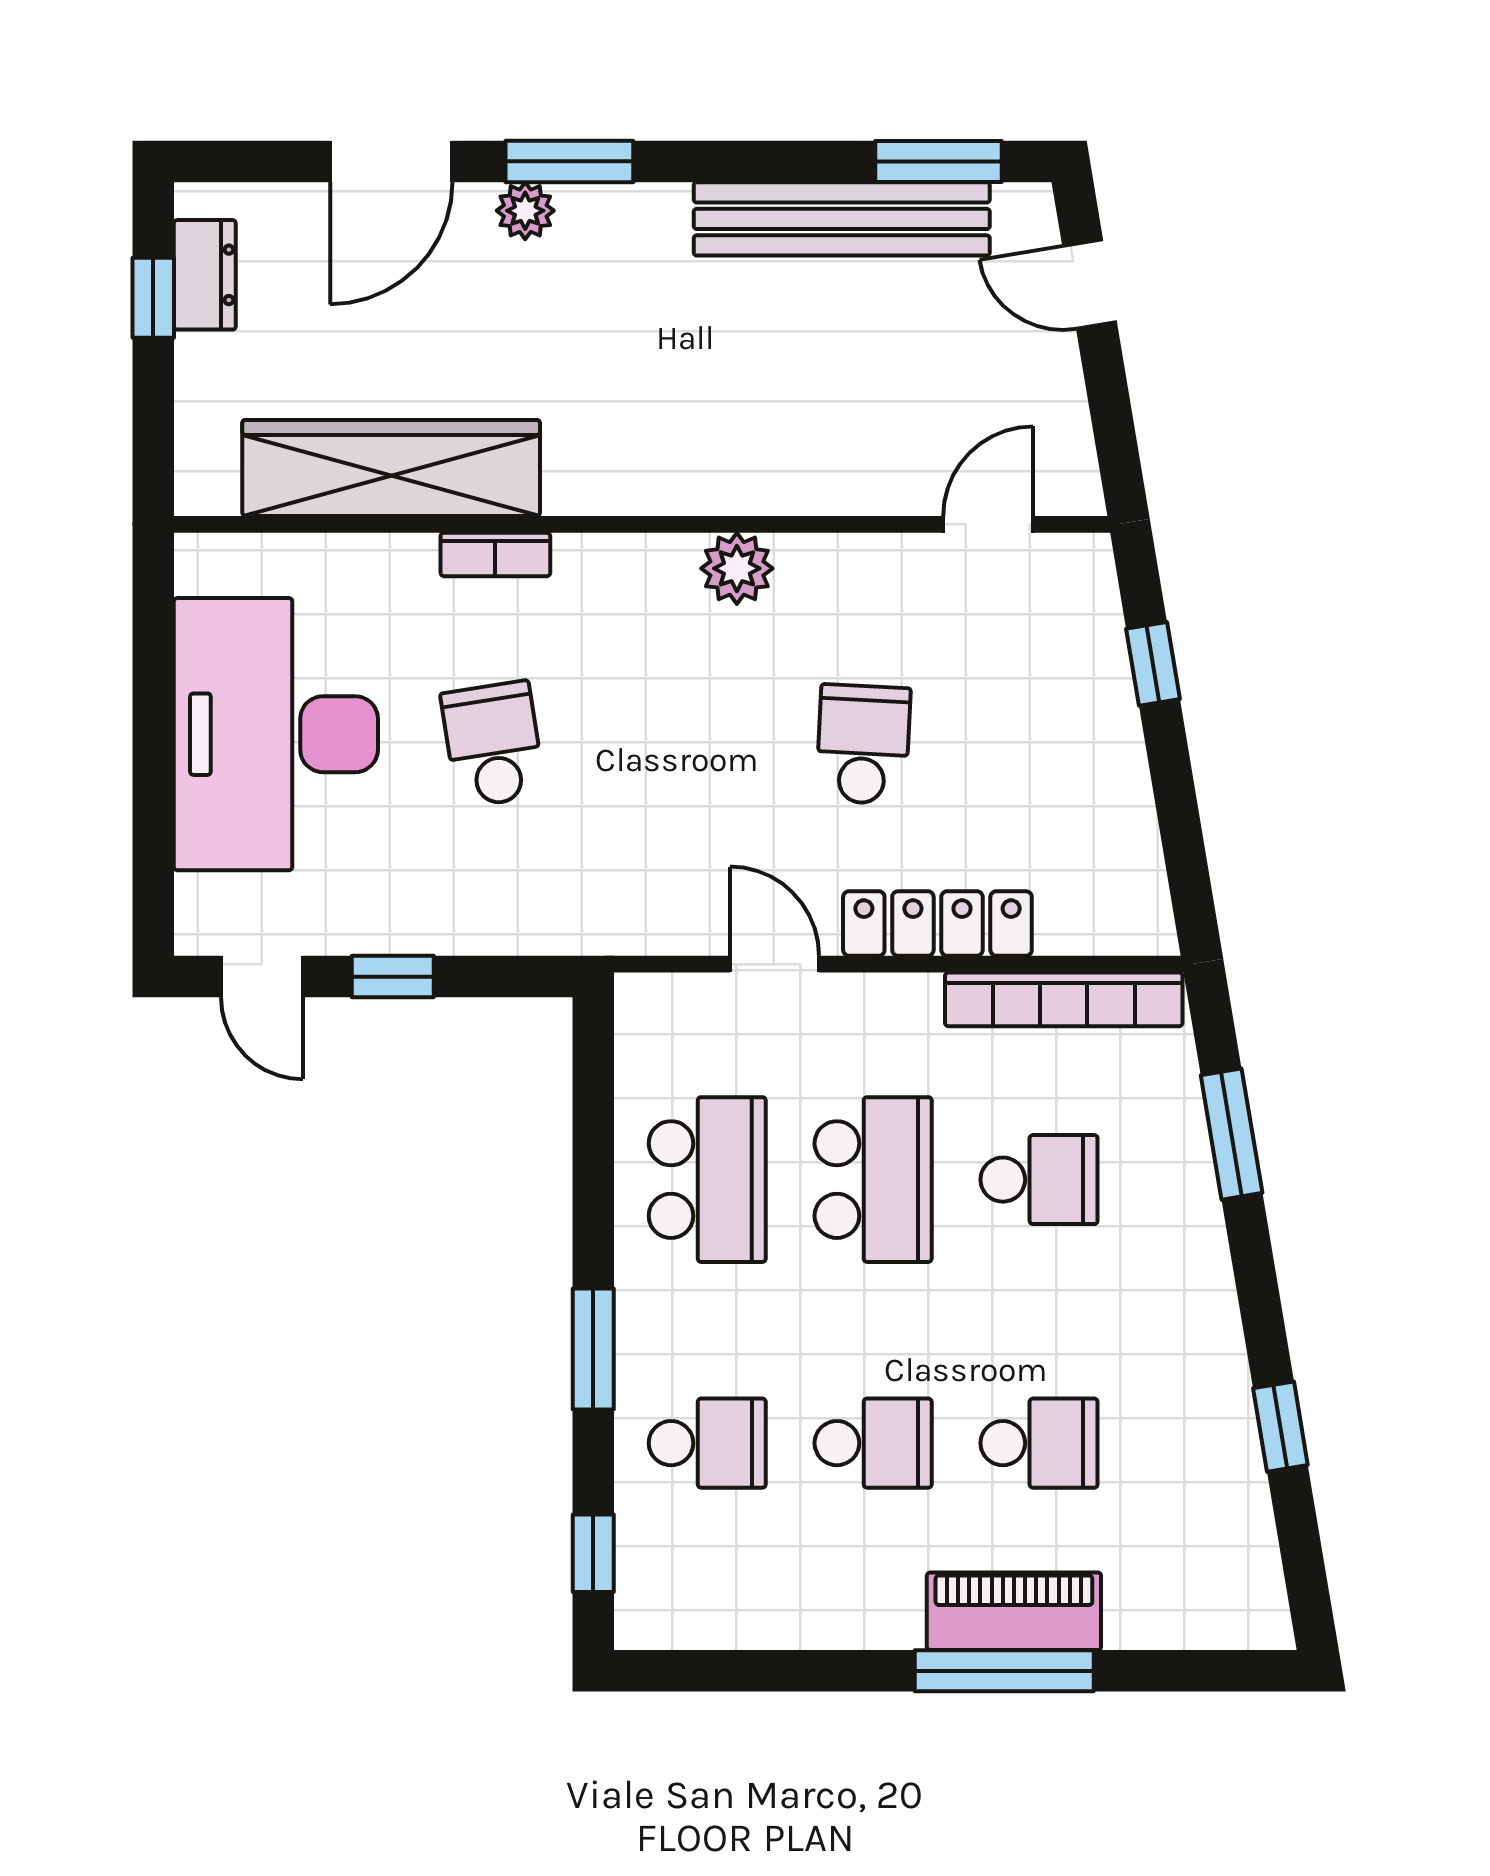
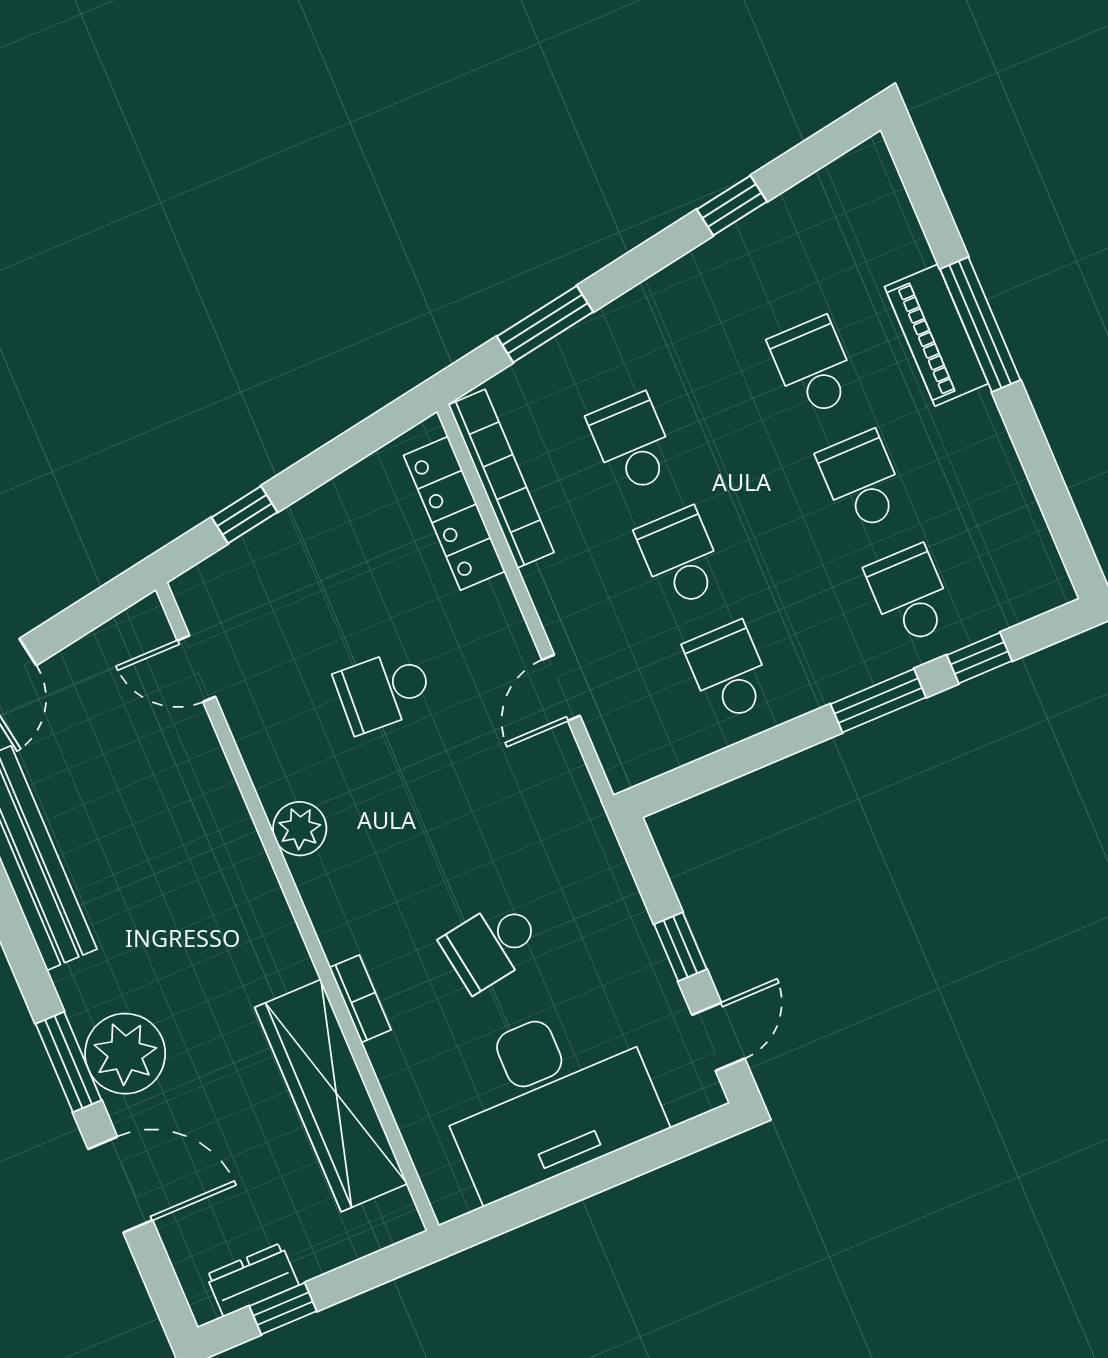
plant: (525, 211) -> (125, 1054), width x1.88, depth x1.88
locker: (937, 924) -> (454, 513), moved
school desk: (707, 1180) -> (729, 671), width x0.54
school desk: (873, 1180) -> (680, 557), width x0.54
window: (593, 1553) -> (979, 658), moved

